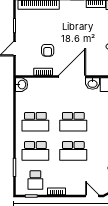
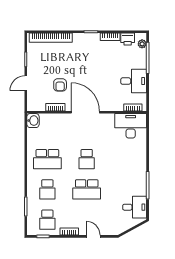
door: (72, 77) -> (85, 112), hinge flipped
washbasin: (93, 83) -> (107, 119), removed
school desk: (73, 122) -> (87, 159), width x0.54
school desk: (35, 151) -> (47, 189), width x0.54
door: (92, 196) -> (93, 236), moved

